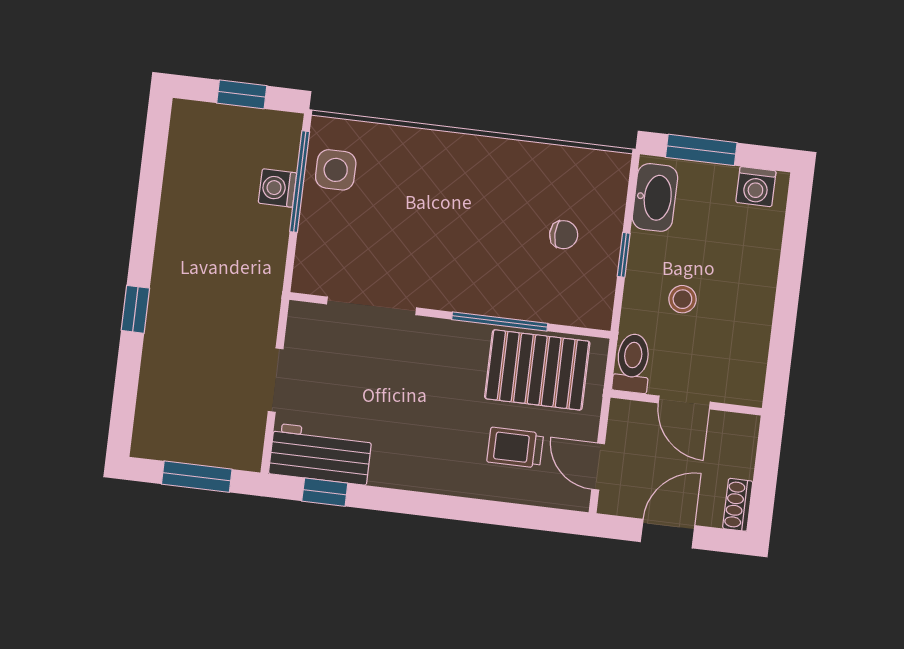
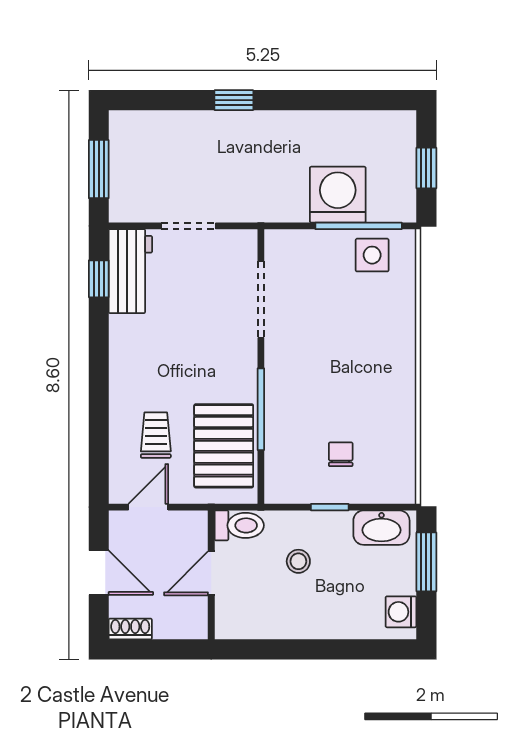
washing machine: (277, 188) -> (338, 195), width x1.89, depth x1.89
chair: (564, 235) -> (341, 454), turned 180

